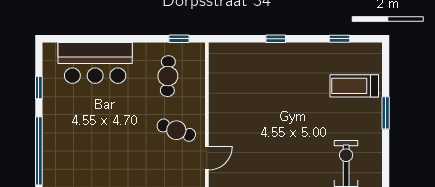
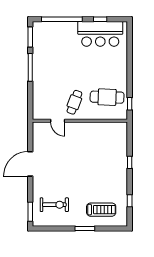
bar counter: (95, 63) -> (100, 34), moved, turned -90
cafe table: (168, 76) -> (107, 97), width x1.37, depth x1.35
treadmill: (354, 86) -> (101, 210), turned 90

